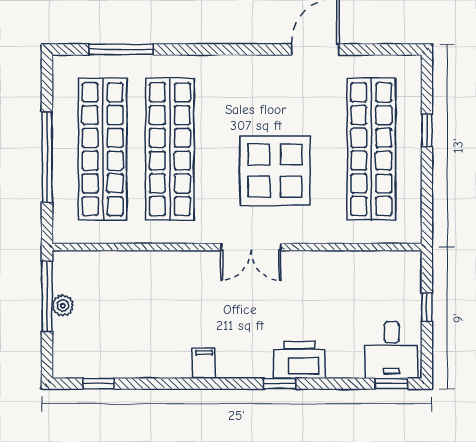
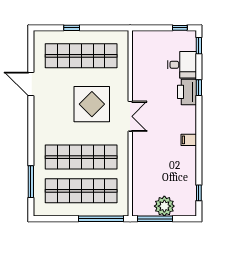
window: (47, 157) -> (101, 219), moved
plant: (63, 305) -> (164, 206), width x1.88, depth x1.88
window: (427, 307) -> (180, 28), moved
desk: (391, 350) -> (182, 65), moved
window: (280, 384) -> (199, 88), moved

